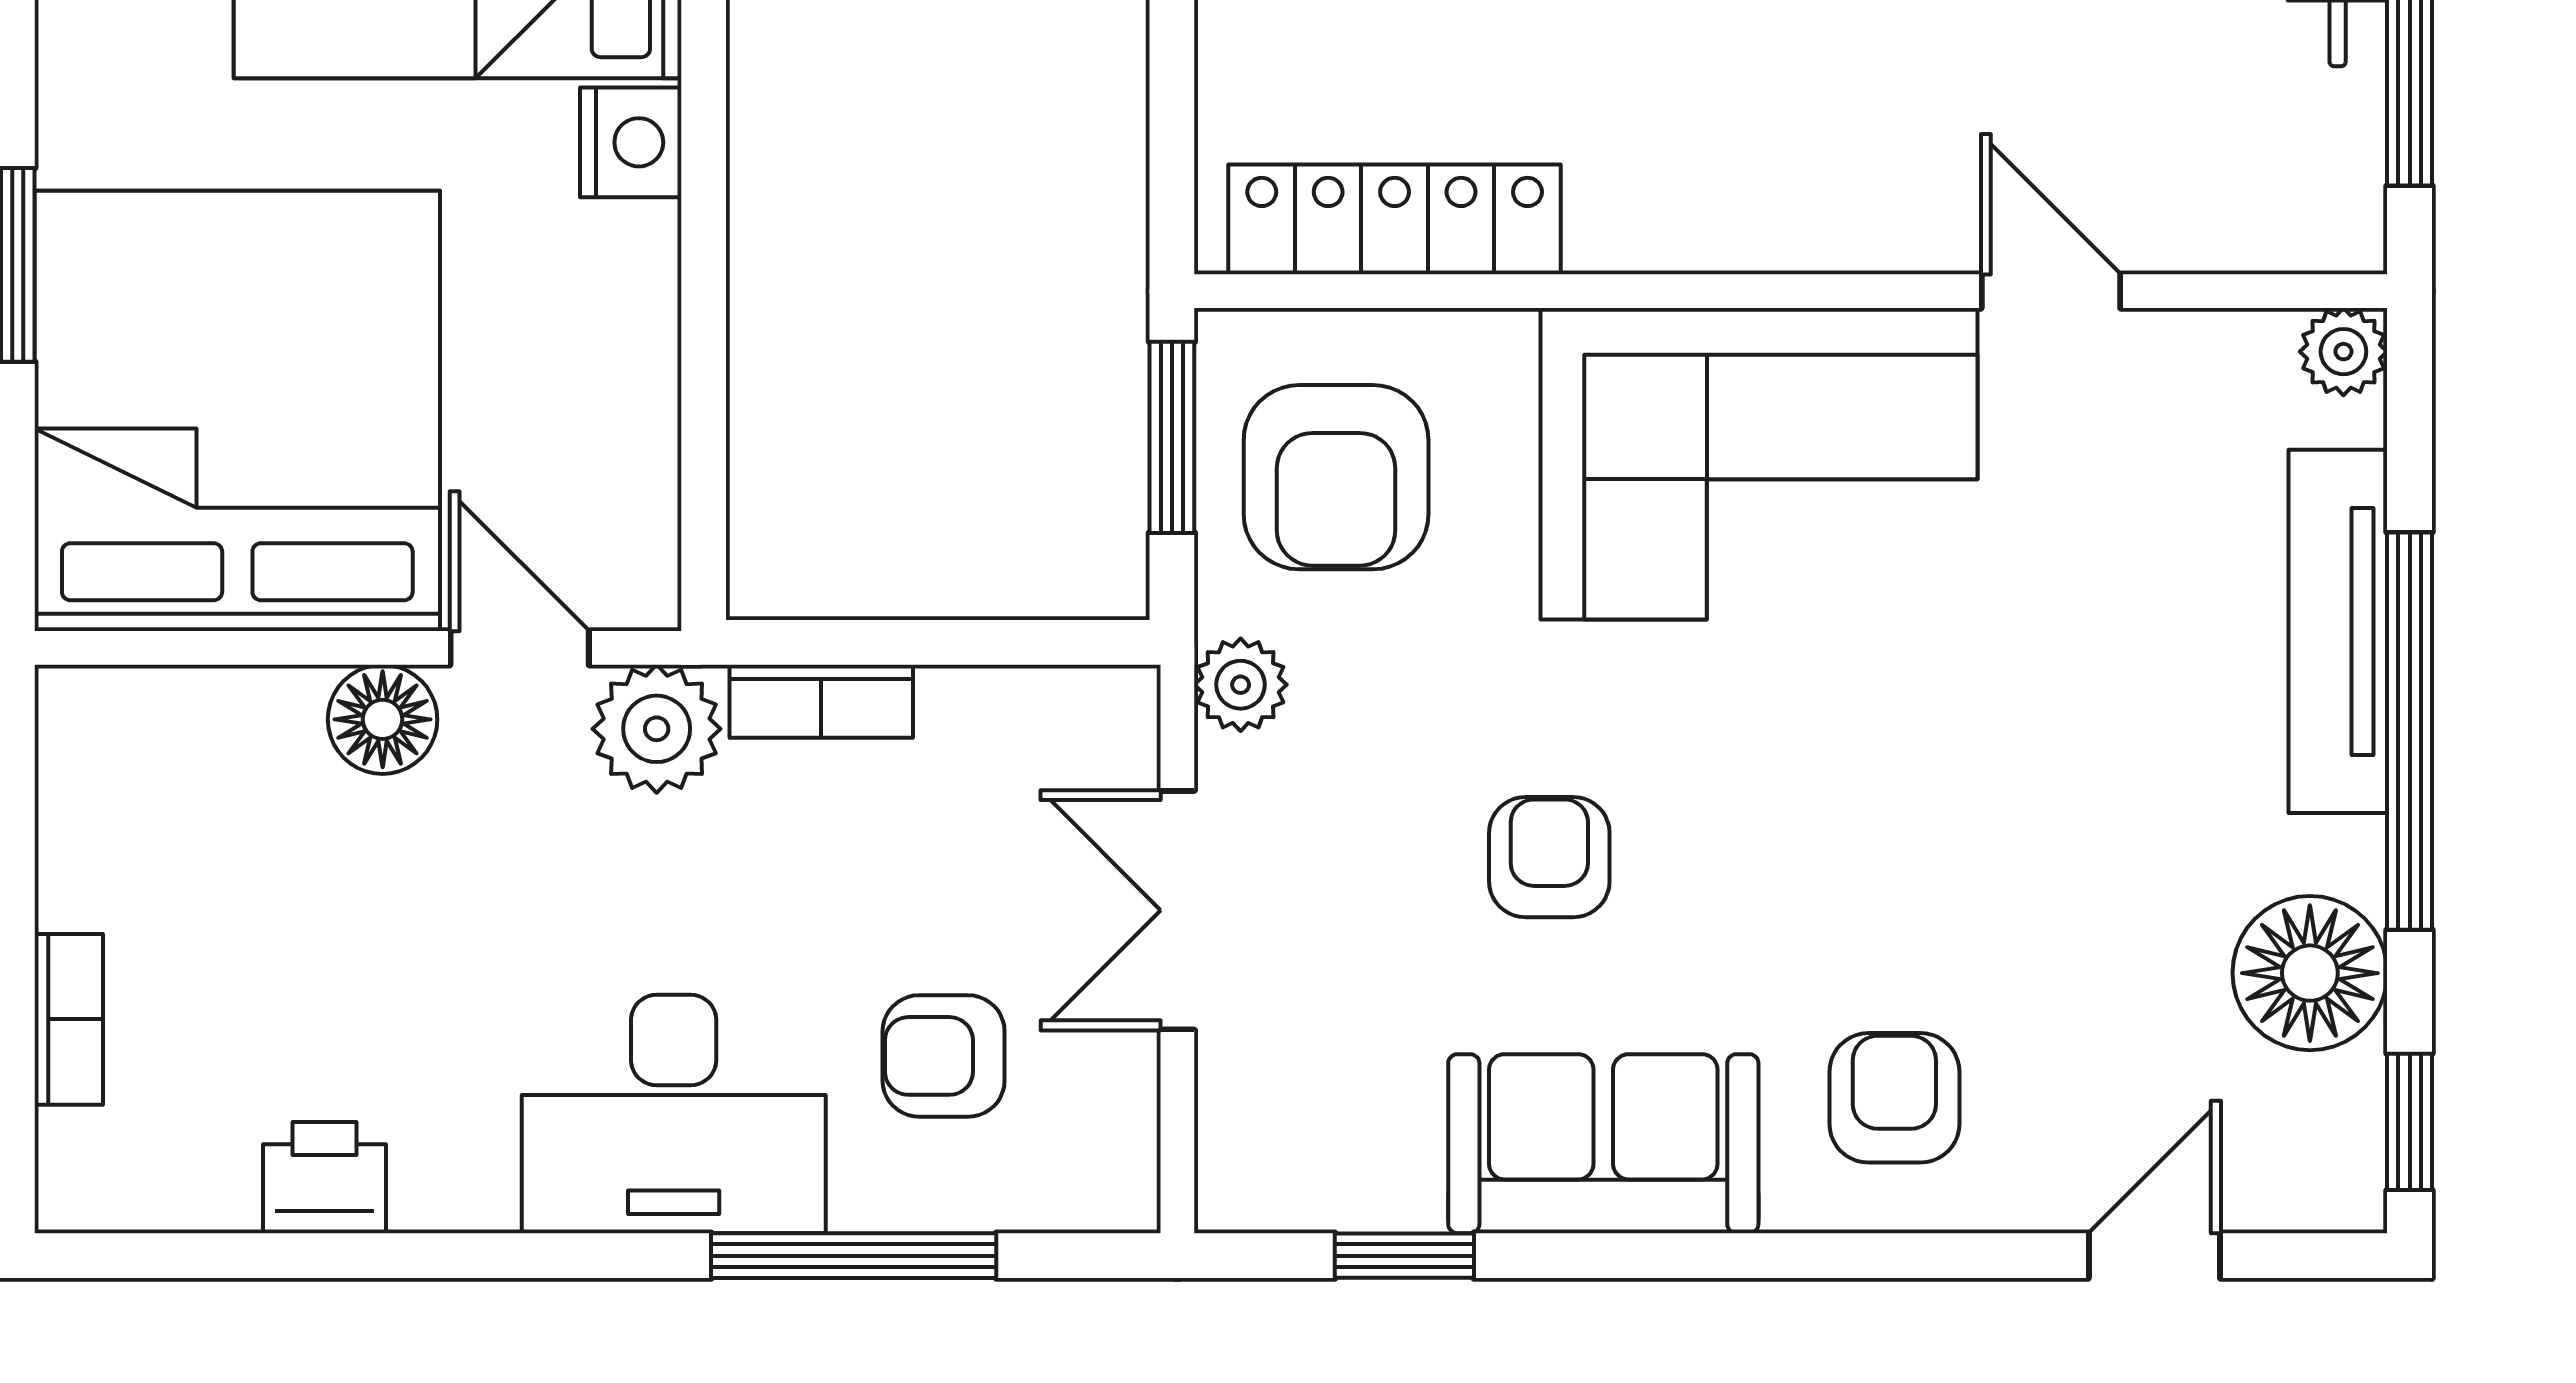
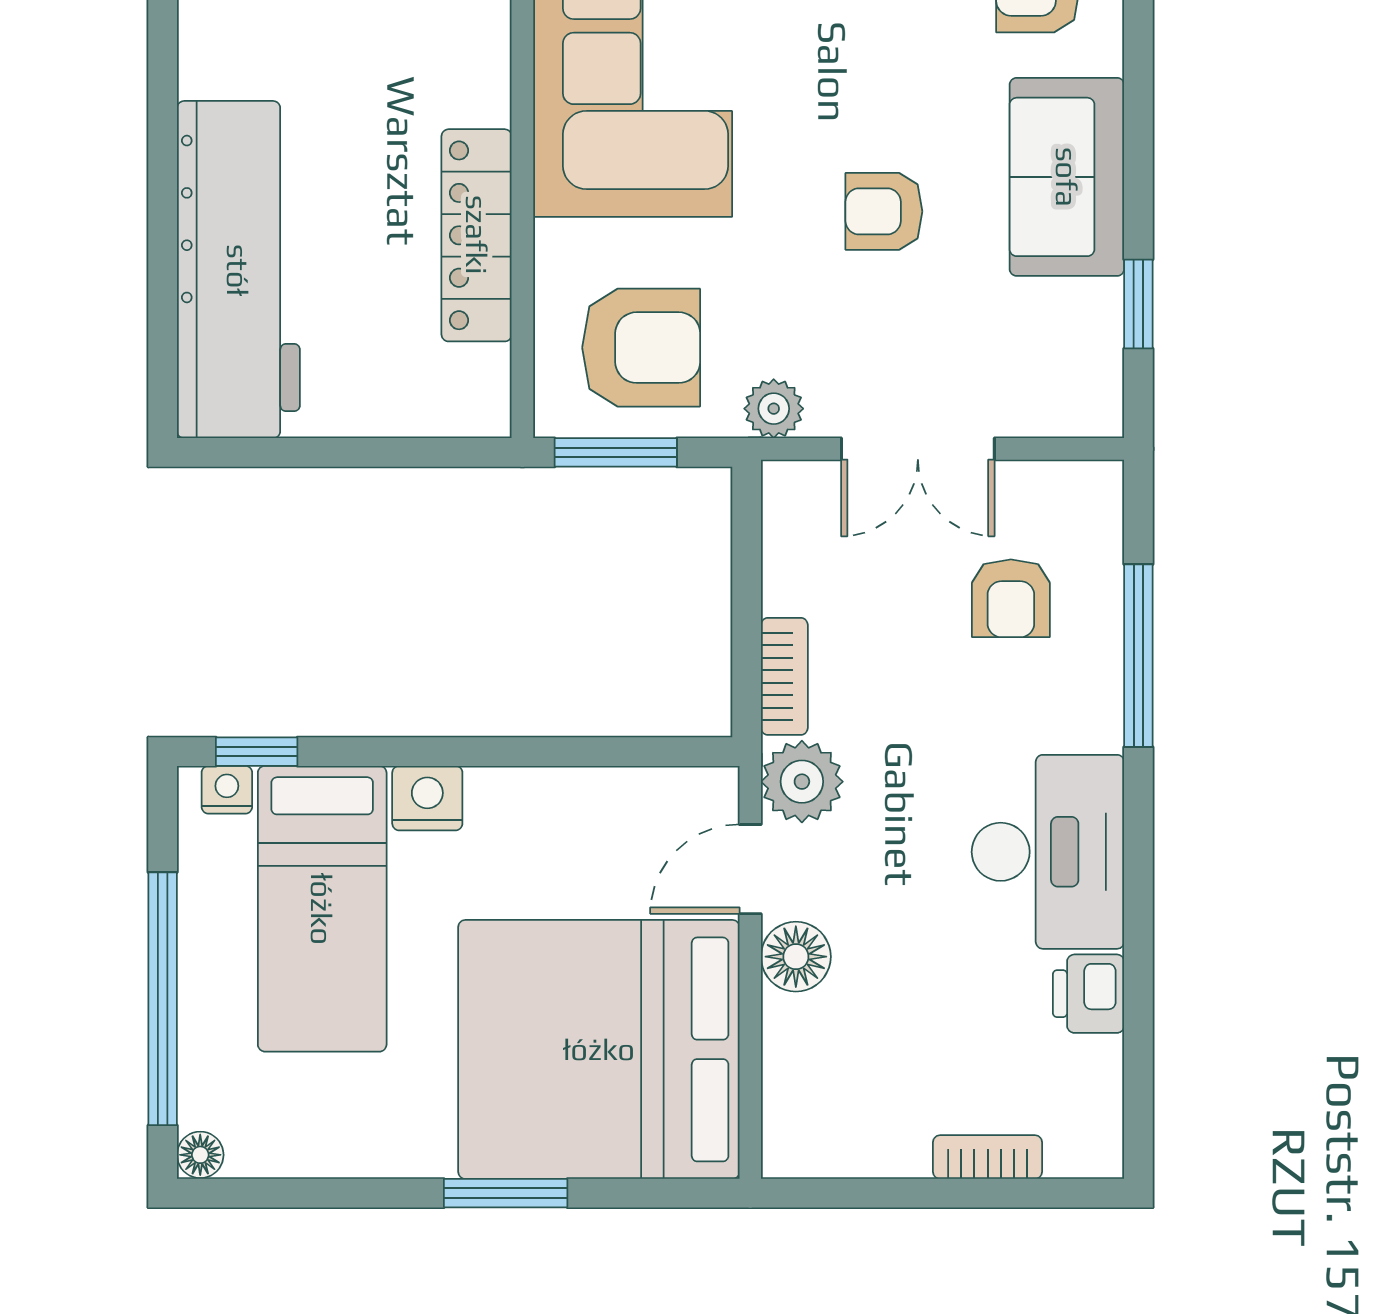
locker: (1395, 219) -> (477, 235), moved
desk: (674, 1114) -> (1048, 852), moved

